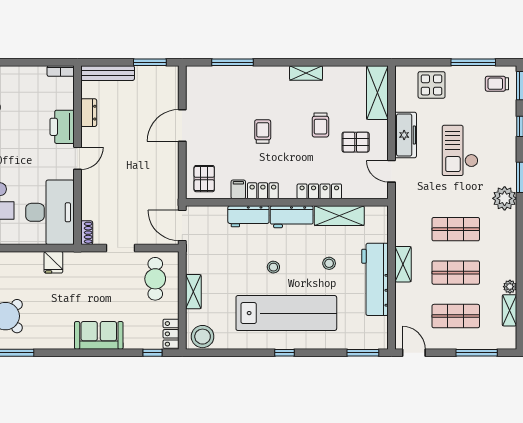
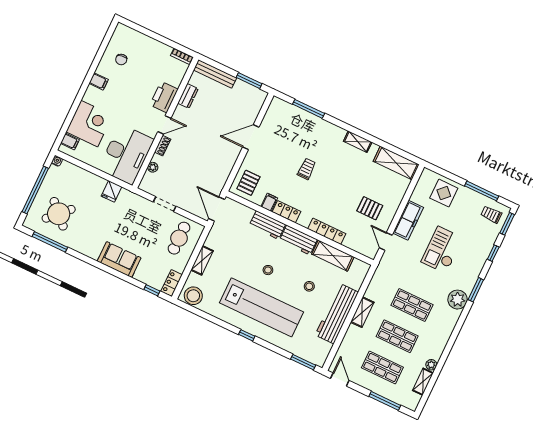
shelving: (377, 93) -> (396, 163), moved, turned 90
trolley: (320, 125) -> (350, 184), removed
plant: (87, 213) -> (153, 167), added
shoe rack: (87, 233) -> (163, 146), moved

